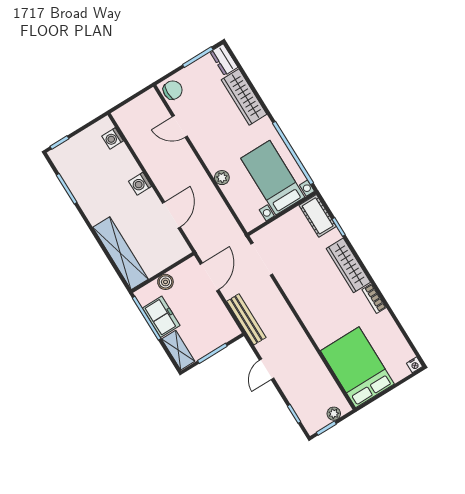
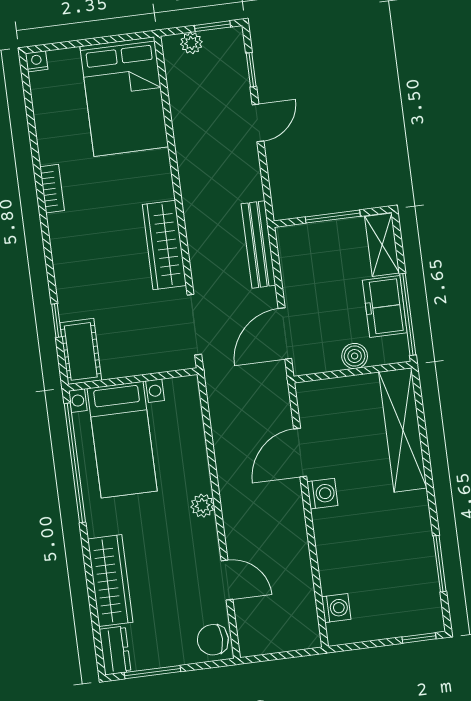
plant: (222, 178) -> (203, 506), moved
washing machine: (140, 184) -> (322, 494), moved
wardrobe: (348, 265) -> (164, 245), moved, turned 180
door: (267, 369) -> (258, 123), moved

